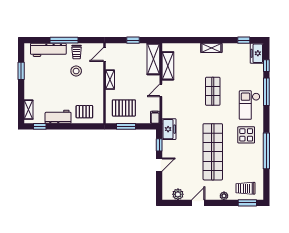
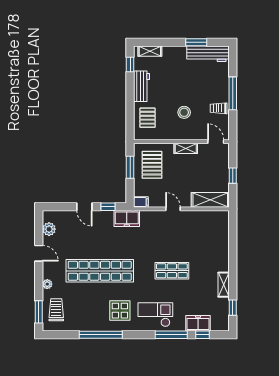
shelving: (211, 48) -> (224, 285), moved
workbench: (48, 50) -> (208, 54), moved, turned -90
freezer: (257, 53) -> (198, 323), moved
shelving: (168, 66) -> (202, 217), removed
stool: (76, 71) -> (184, 112), moved

